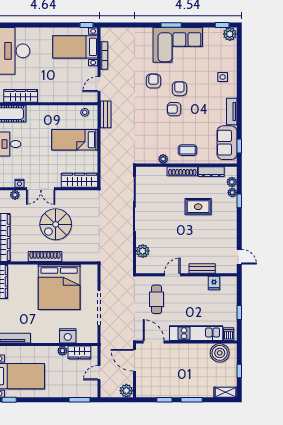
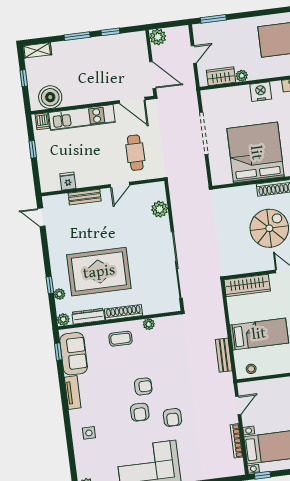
bench: (106, 114) -> (224, 355), moved
plant: (232, 182) -> (63, 319), moved
rug: (198, 207) -> (99, 272), width x1.86, depth x2.06
nightstand: (68, 336) -> (261, 92), moved

